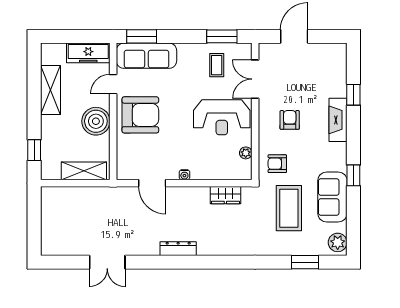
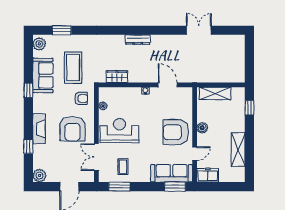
plant: (337, 52) -> (39, 176), added
freezer: (88, 53) -> (208, 175), width x0.71
double door: (255, 79) -> (96, 157), swing flipped
armchair: (290, 120) -> (72, 129), width x1.88, depth x1.88
boiler: (96, 121) -> (202, 128), width x0.54, depth x0.54
dresser: (178, 249) -> (138, 40), moved

